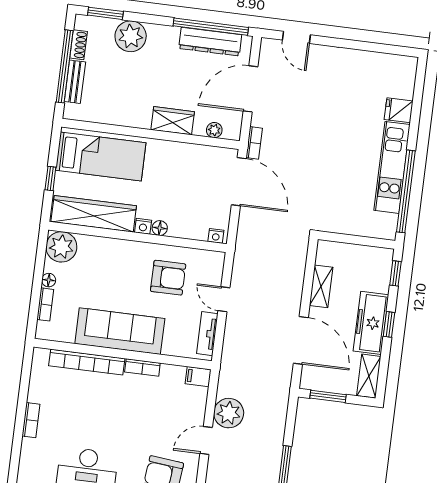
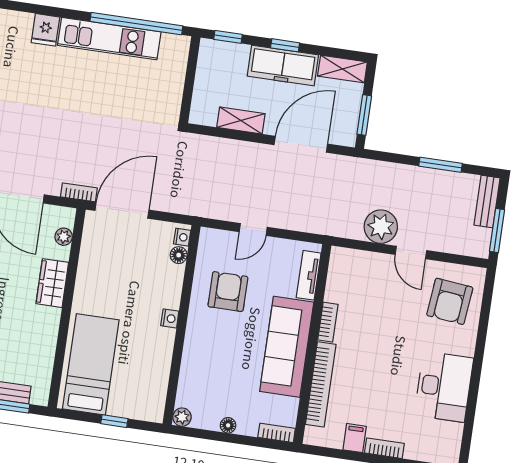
wardrobe: (94, 214) -> (155, 373), removed
floor lamp: (160, 228) -> (179, 255), moved
plant: (61, 247) -> (182, 417), width x0.53, depth x0.53
bookcase: (45, 304) -> (277, 433), moved
tv unit: (207, 334) -> (309, 275), moved, turned 90
filing cabinet: (198, 377) -> (355, 438), moved, turned 180

